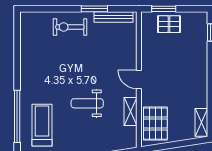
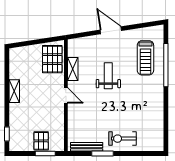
pallet: (169, 24) -> (41, 141), turned 90
exercise bike: (70, 27) -> (122, 139), turned 180
weight bench: (87, 103) -> (108, 76), turned -90
shelving: (201, 122) -> (14, 91), moved

